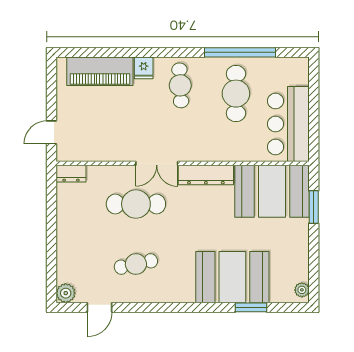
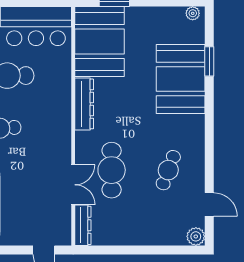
double door: (157, 163) -> (73, 185), moved
dresser: (71, 174) -> (83, 225), width x1.44
cafe table: (136, 264) -> (168, 170), turned 33

